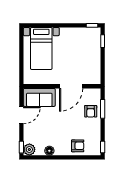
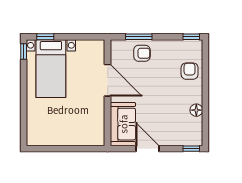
bed with nightstands: (41, 48) -> (51, 69), moved, turned 90
plant: (29, 149) -> (195, 138), removed

